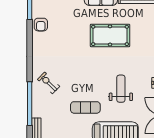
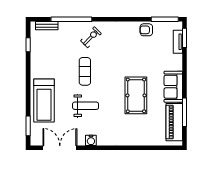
exercise mat: (85, 107) -> (85, 71), moved

